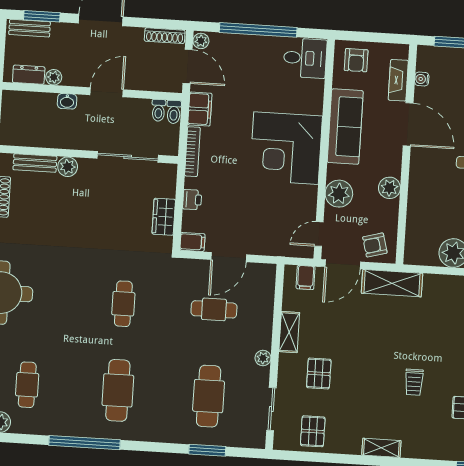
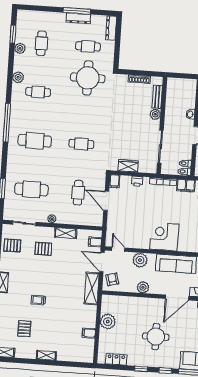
corner desk: (286, 148) -> (164, 237), width x0.74, depth x0.74

